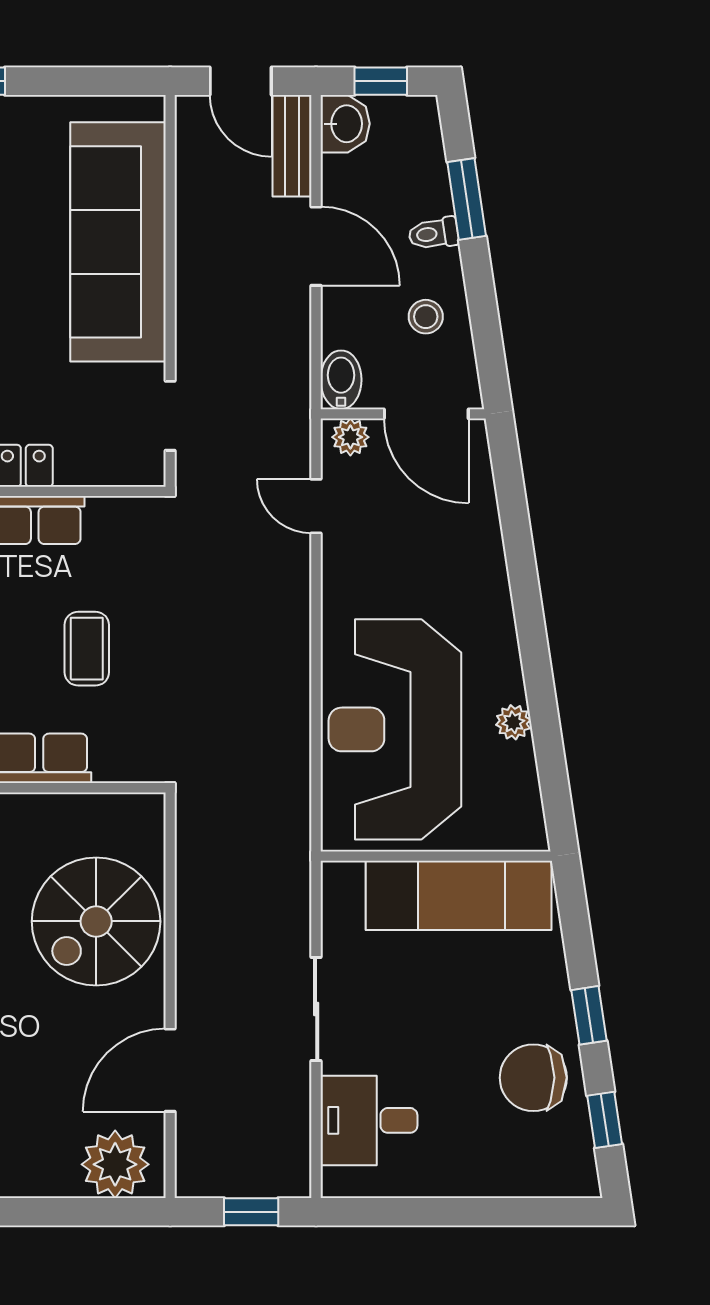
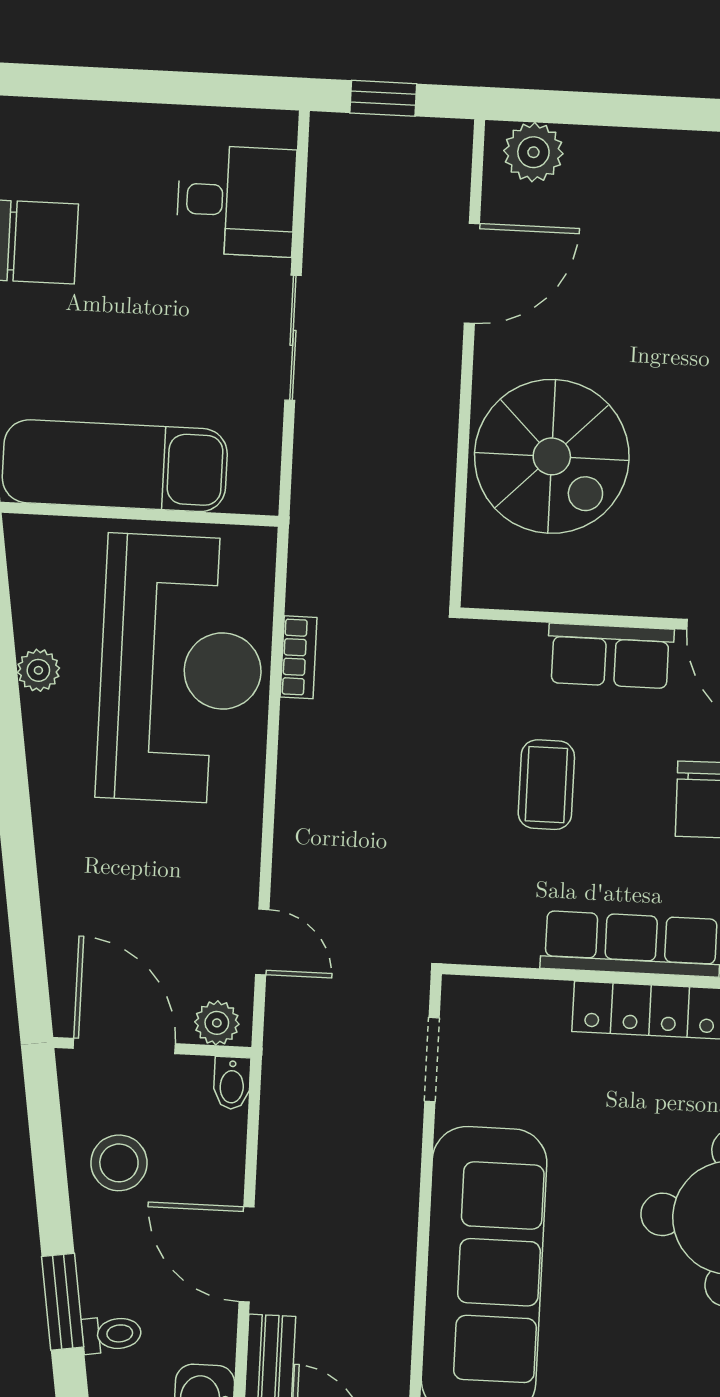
toilet: (434, 234) -> (112, 1334), moved
stool: (426, 317) -> (119, 1163), width x1.37, depth x1.37
bidet: (341, 380) -> (232, 1083), width x0.72, depth x0.74
bookcase: (298, 744) -> (299, 657), added
spiral stairs: (96, 921) -> (552, 456), turned 90
plant: (115, 1164) -> (533, 152), width x0.73, depth x0.73

